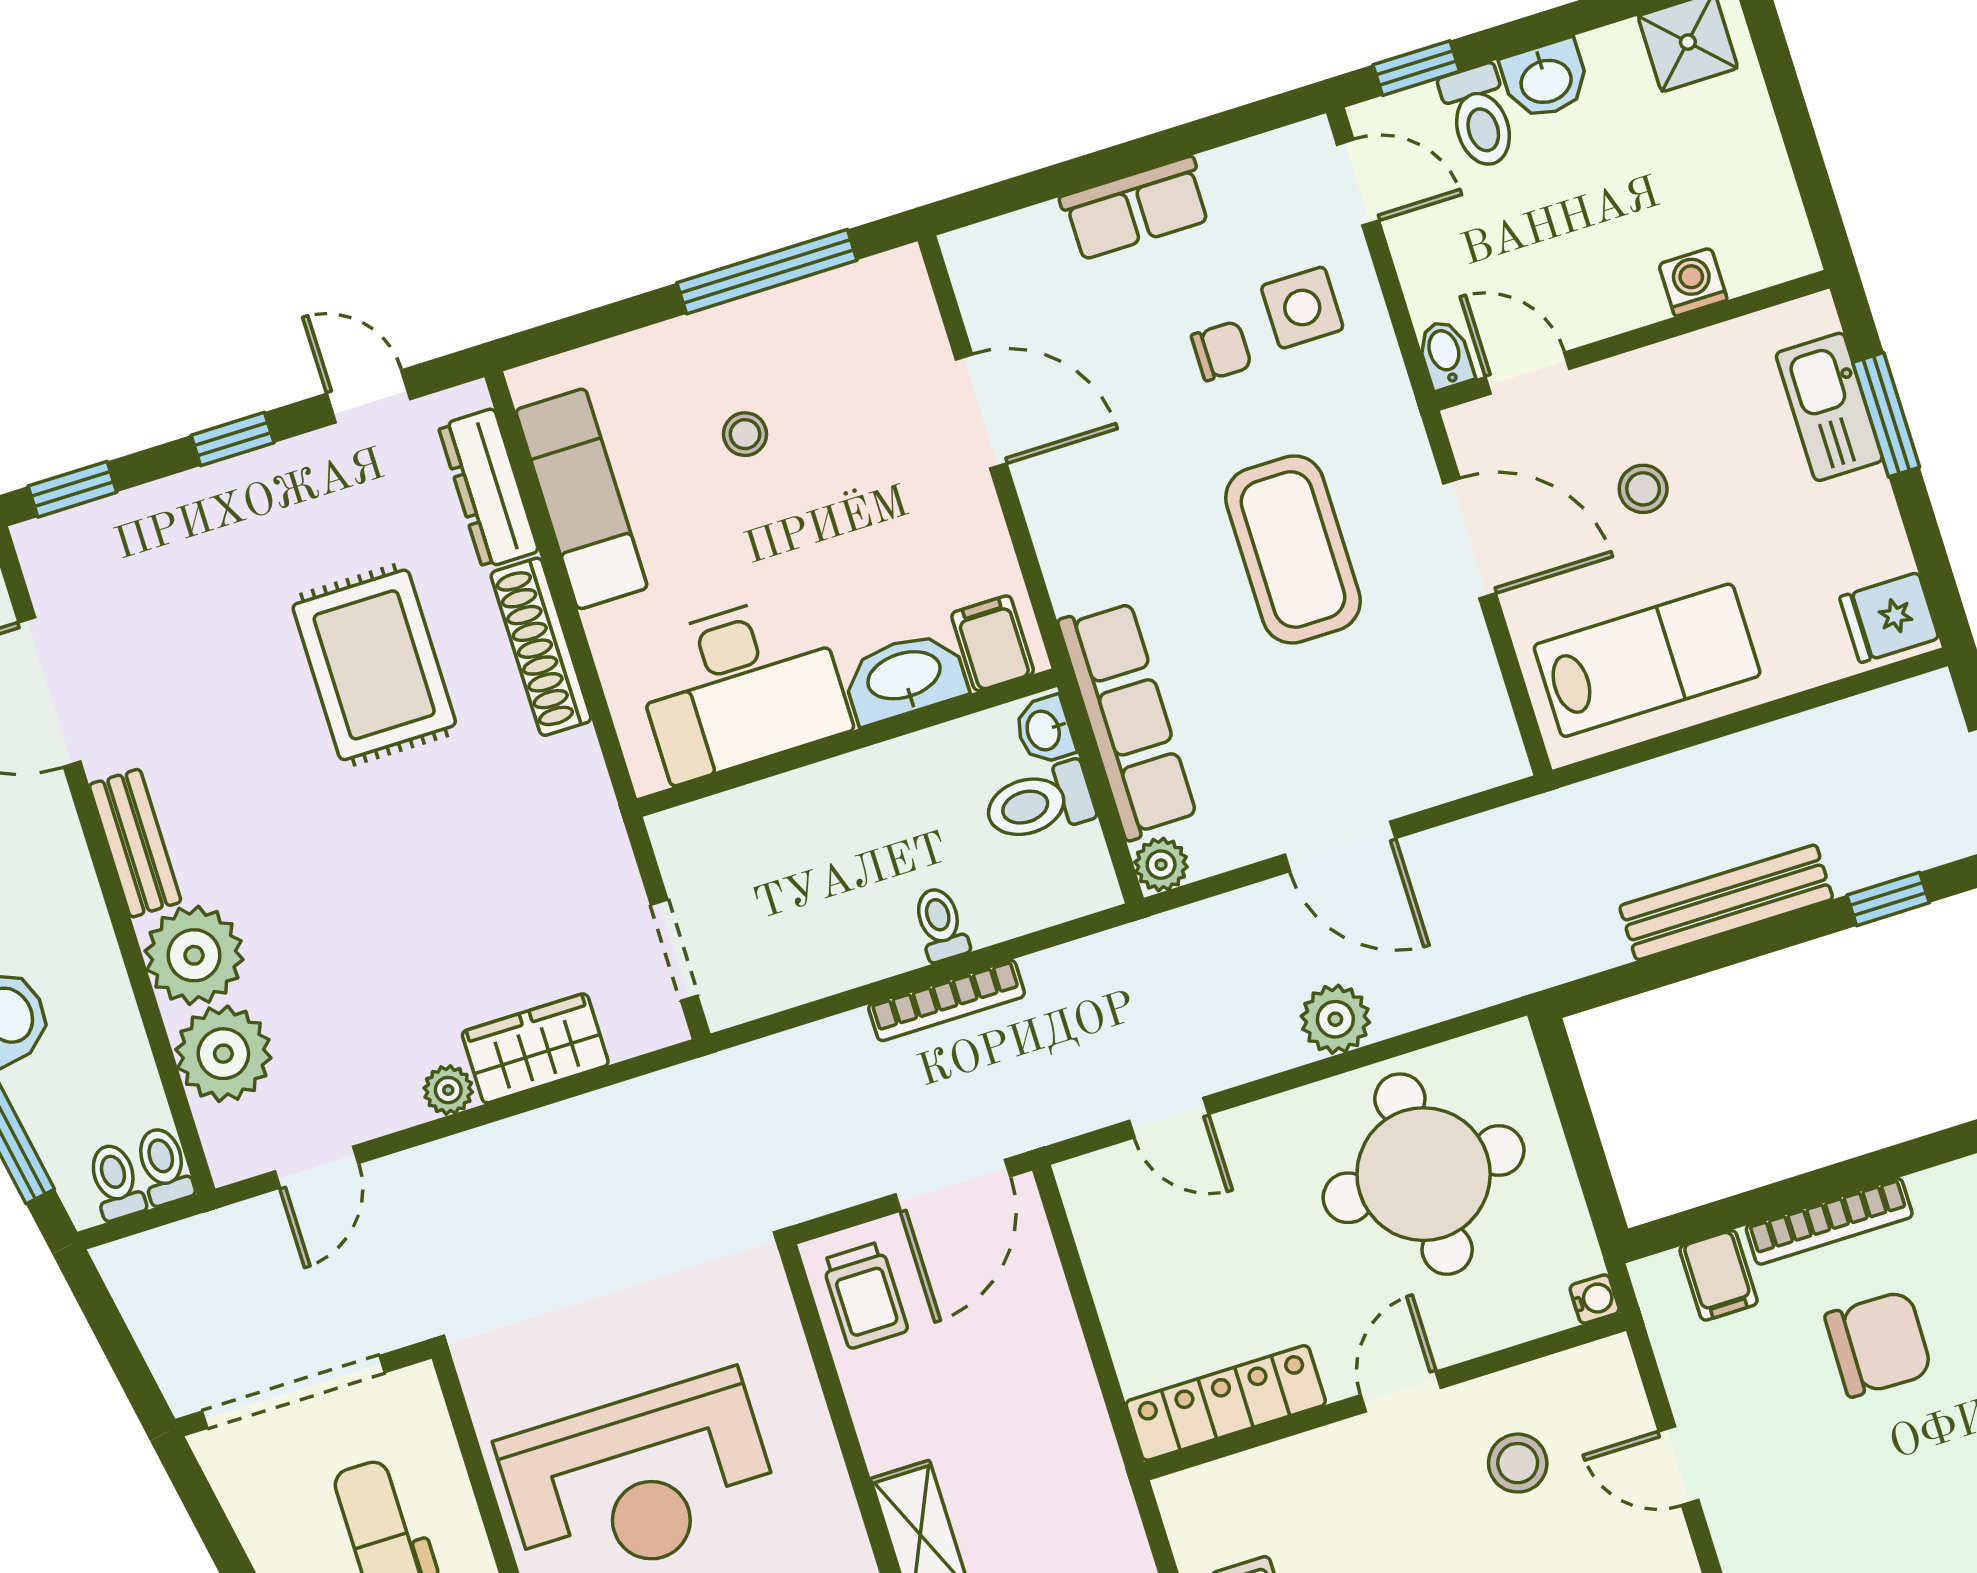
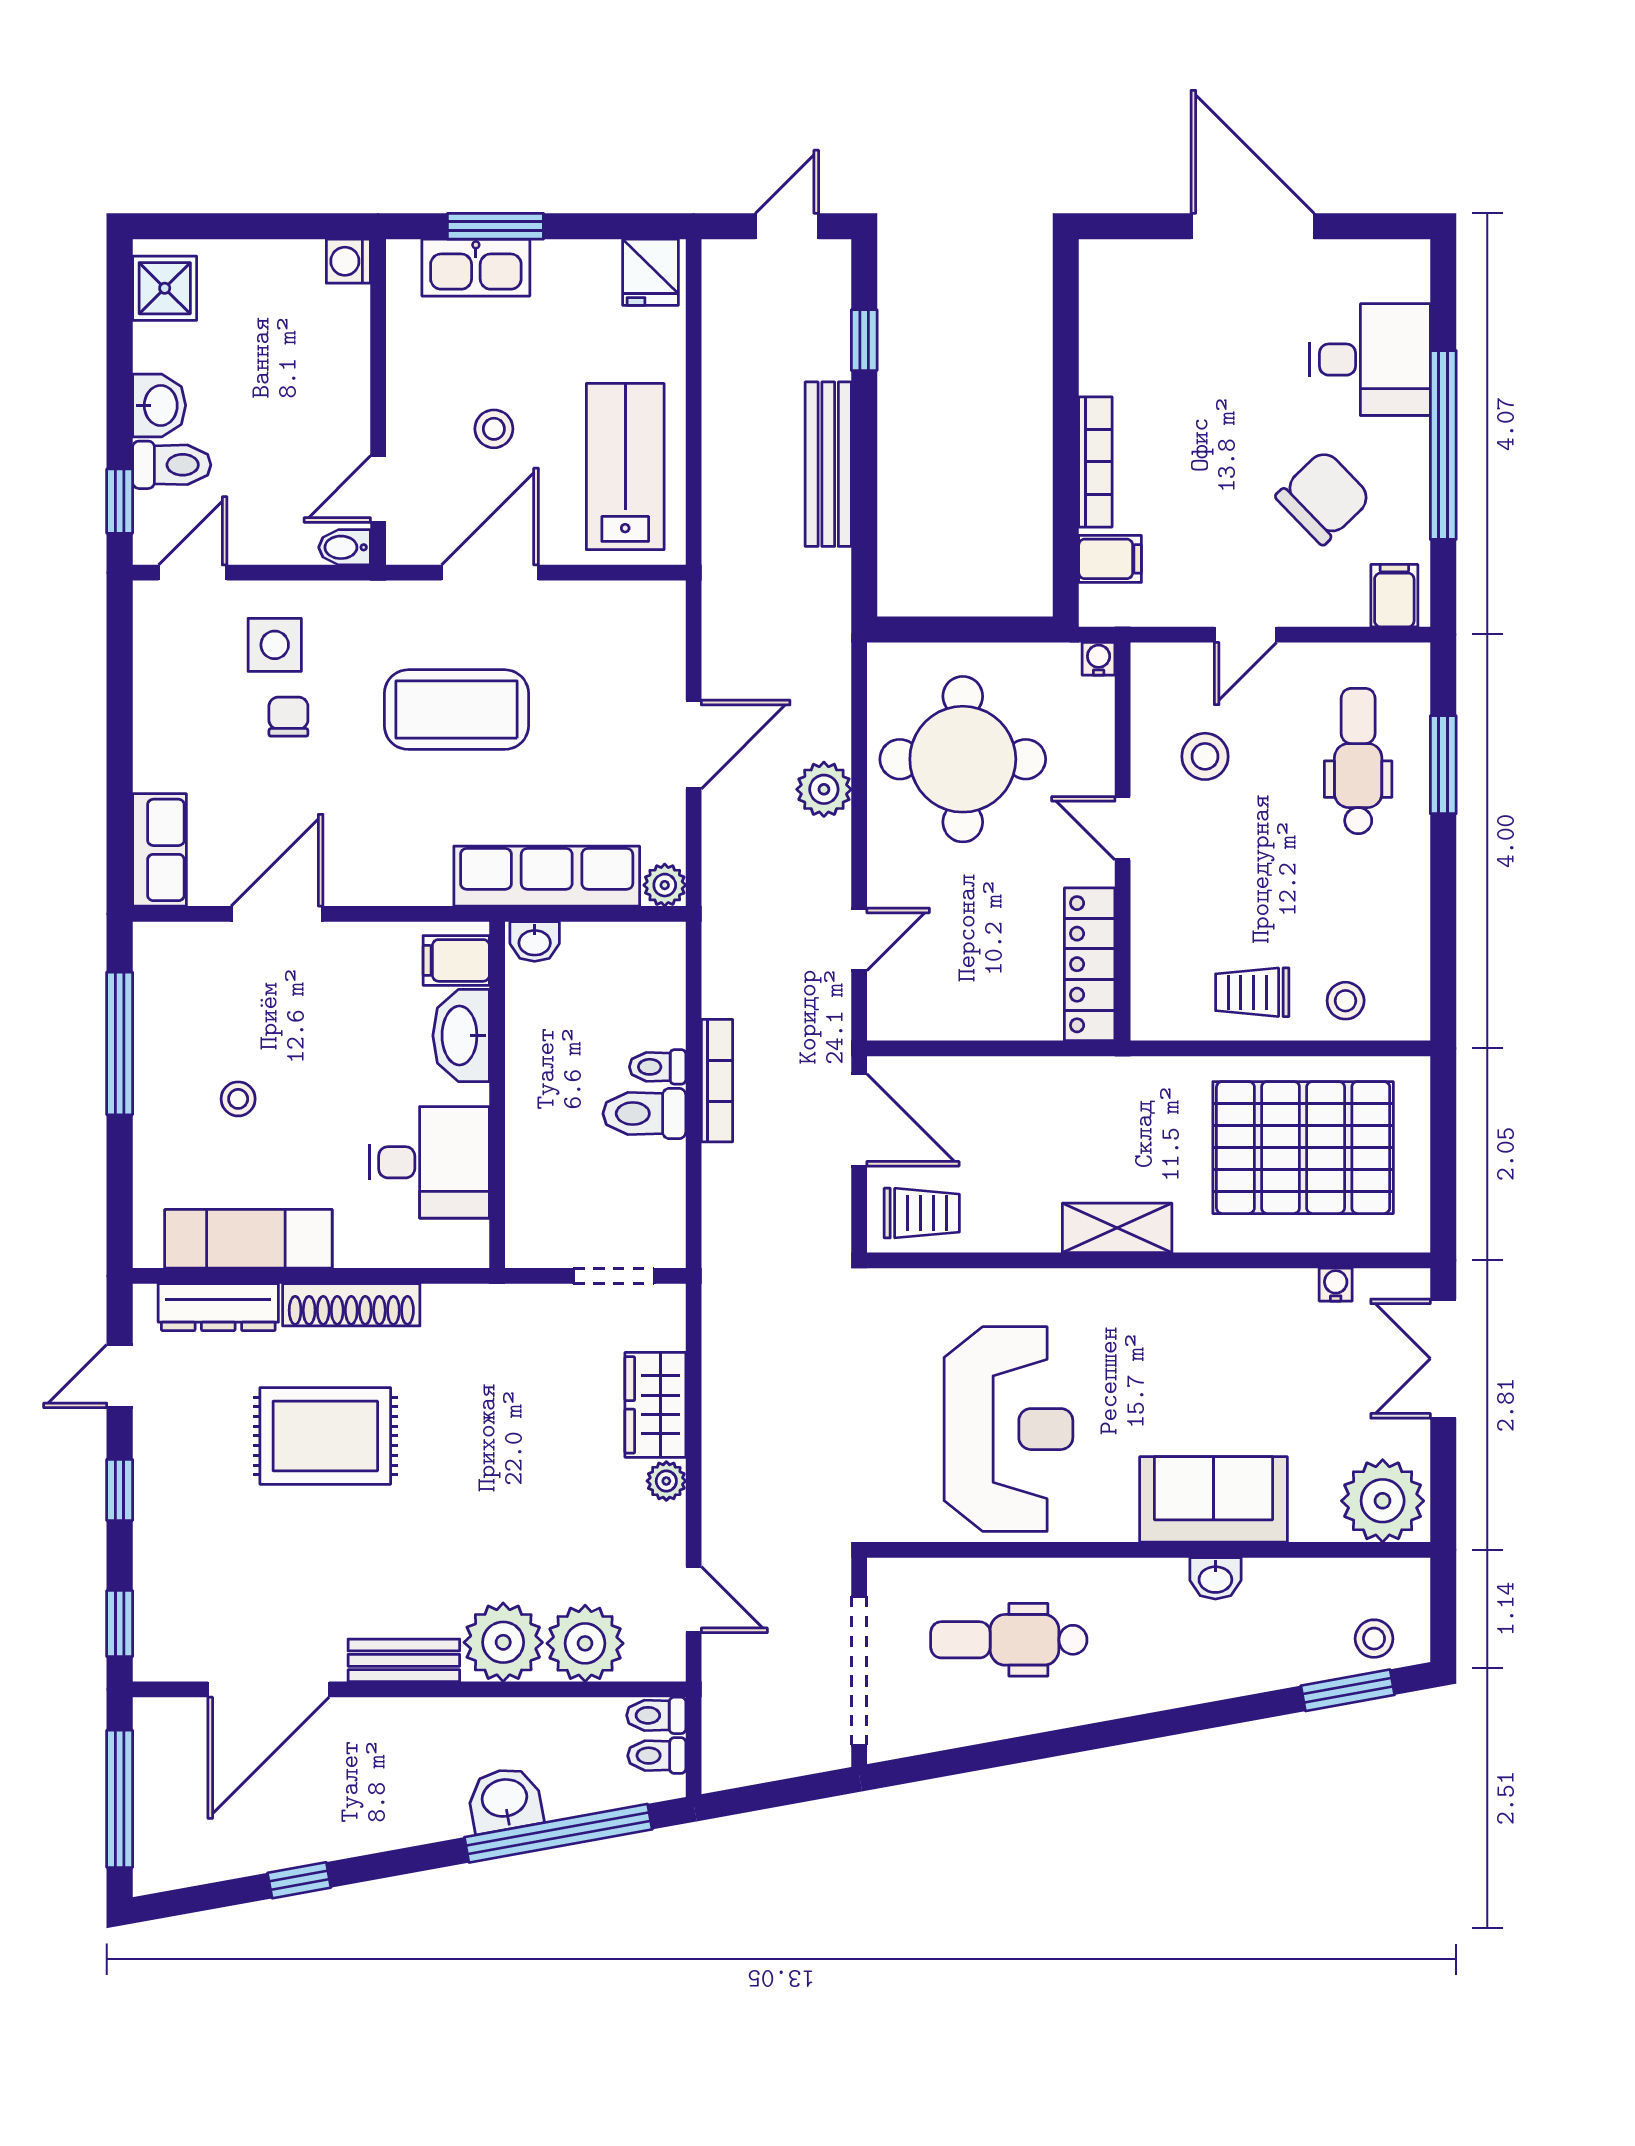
row of seats: (1136, 208) -> (159, 850), moved
washing machine: (1693, 282) -> (348, 261), moved
desk: (741, 687) -> (429, 1162), width x0.73
toilet: (1039, 803) -> (644, 1114), moved, turned 90
chair: (1878, 1344) -> (1323, 497), moved, turned 45

